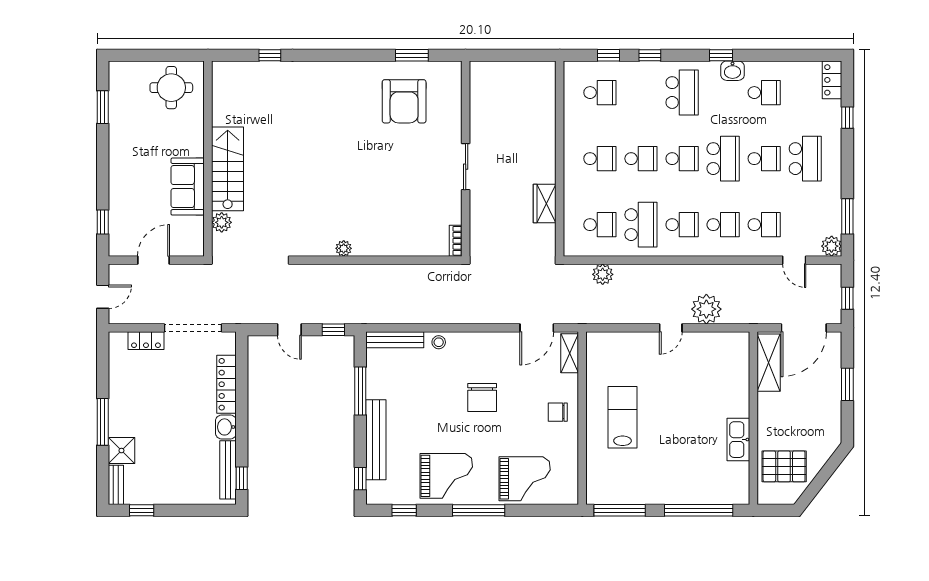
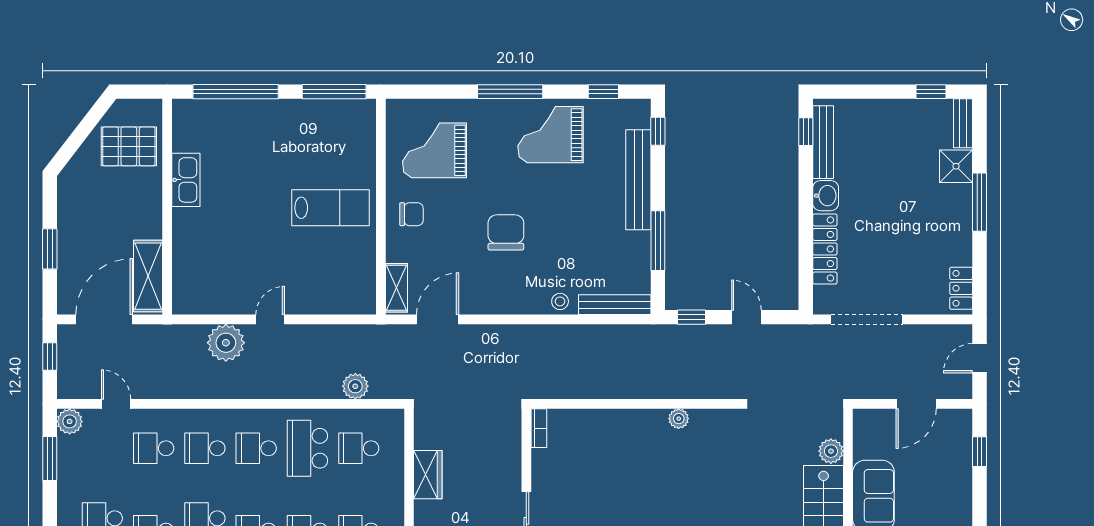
locker: (146, 341) -> (961, 288), moved, turned -90
lab bench: (623, 417) -> (331, 208), turned -90
grand piano: (525, 479) -> (434, 150), moved

